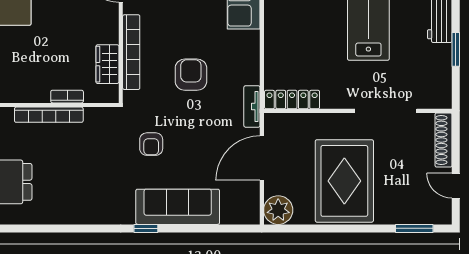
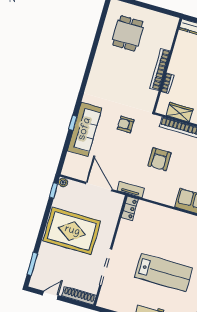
armchair: (191, 75) -> (159, 159), turned 90
locker: (292, 100) -> (130, 208), width x0.66
plant: (278, 210) -> (63, 182), width x0.53, depth x0.53
window: (146, 228) -> (73, 123), moved
window: (288, 228) -> (53, 190), added

